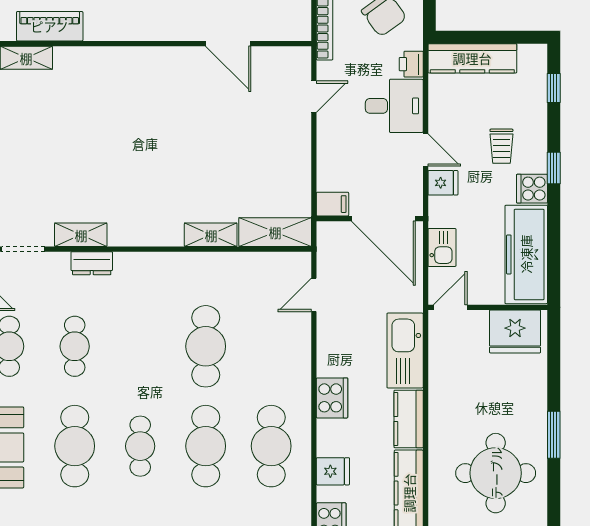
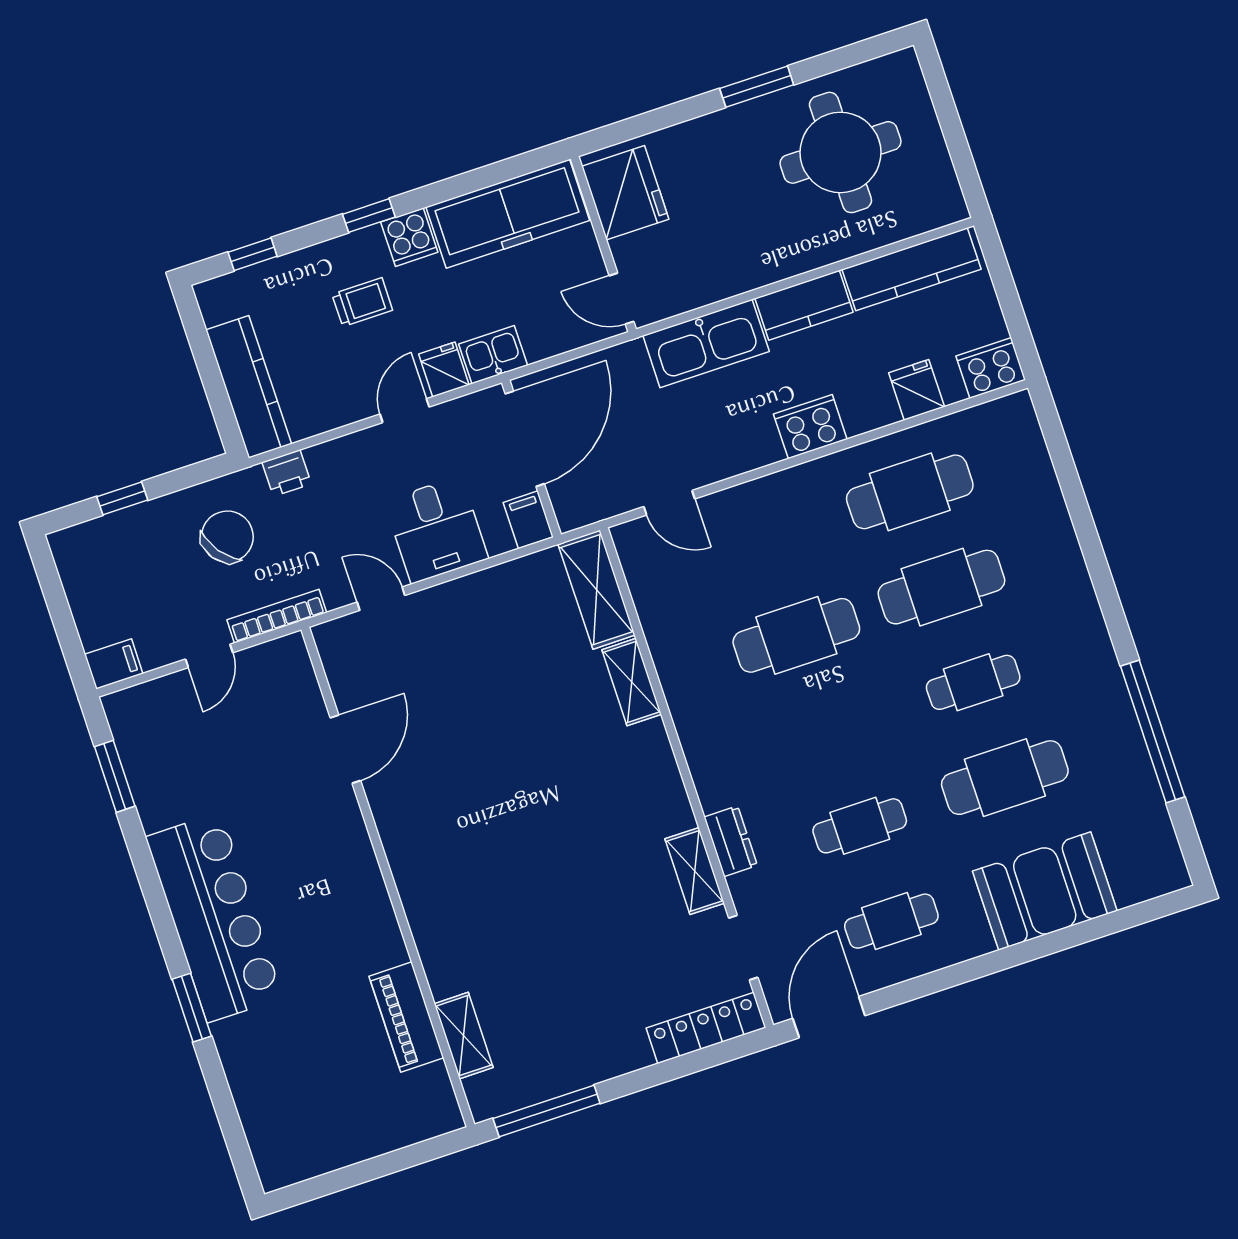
desk: (394, 106) -> (436, 530), moved, turned 180
kitchen sink: (442, 247) -> (493, 355), moved

